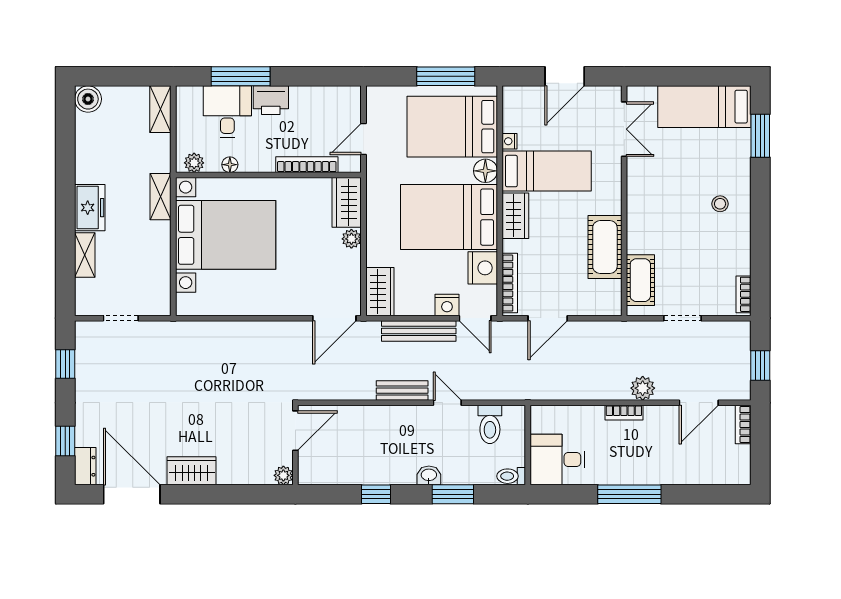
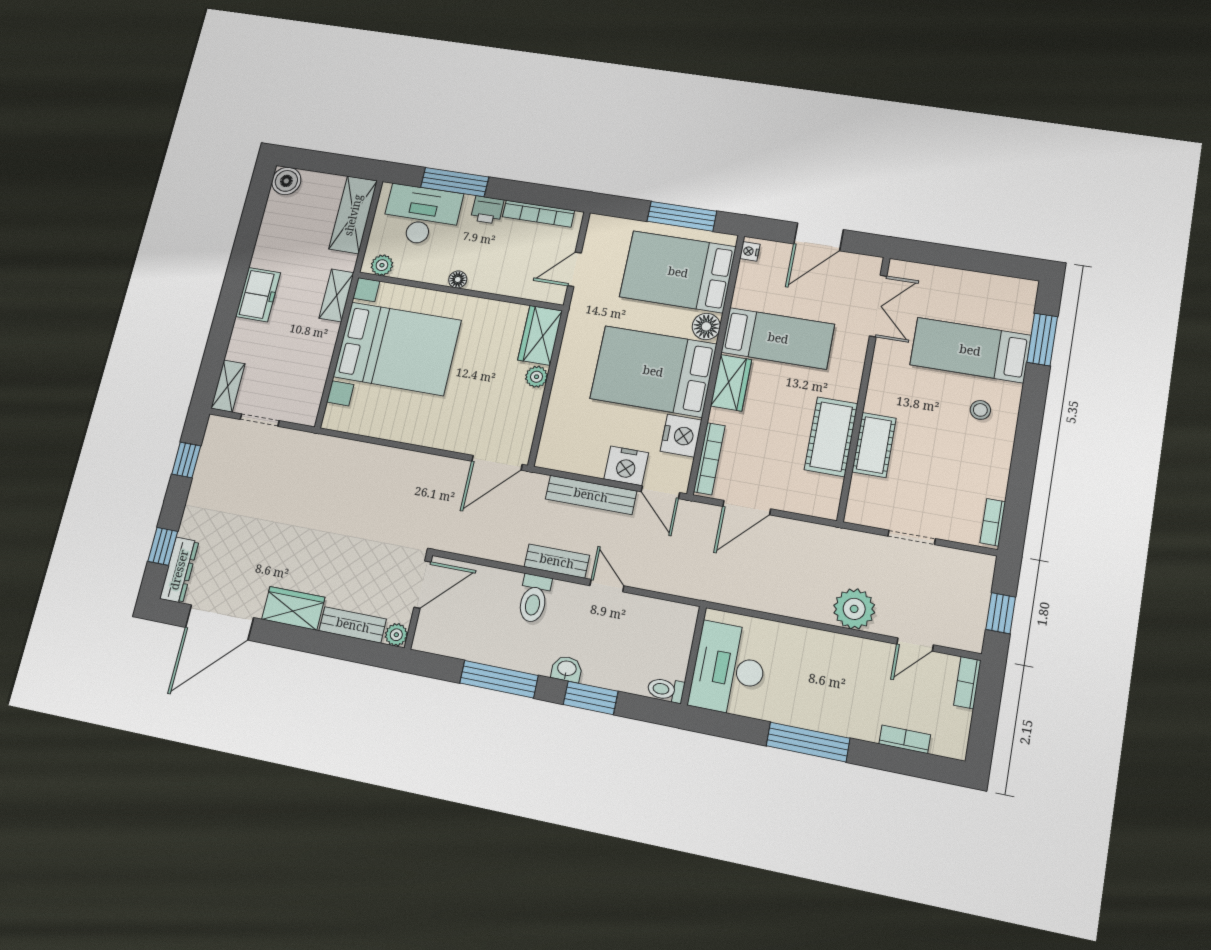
printer: (271, 100) -> (487, 210), width x0.73, depth x0.81
bed: (704, 107) -> (970, 350), moved
shelving: (160, 109) -> (353, 215), width x1.50, depth x1.33
desk: (227, 112) -> (422, 215), width x1.37
nightstand: (509, 141) -> (750, 251), moved
floor lamp: (230, 165) -> (458, 279), moved
bookcase: (307, 165) -> (538, 214), moved, turned 180
shelving: (85, 255) -> (228, 386), moved
cot: (640, 280) -> (874, 445), moved
wardrobe: (380, 292) -> (556, 442), removed
nightstand: (447, 305) -> (626, 466), width x1.36, depth x1.33
plant: (643, 388) -> (854, 609), width x1.36, depth x1.36
door: (699, 403) -> (915, 644), width x0.73
bookcase: (624, 413) -> (905, 739), moved, turned 180
toilet: (490, 424) -> (534, 598), moved
desk: (558, 460) -> (729, 669), width x1.37
dresser: (85, 466) -> (179, 570), width x1.44
bench: (245, 475) -> (353, 625), added
door: (132, 494) -> (219, 622), swing flipped
window: (376, 494) -> (499, 679), width x2.17

